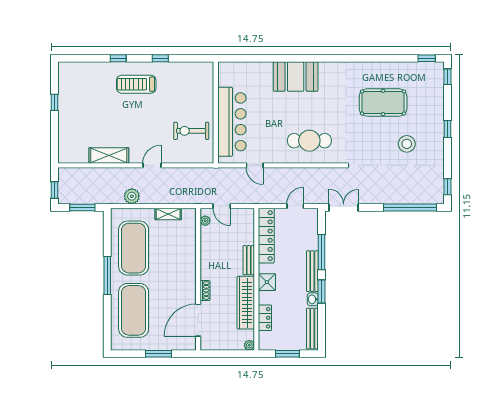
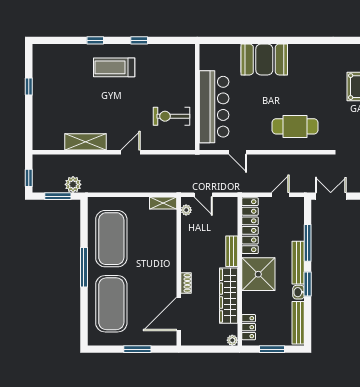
booth: (296, 77) -> (264, 59), moved
plant: (132, 196) -> (73, 184), moved
shelving: (168, 214) -> (163, 203), moved
shower: (267, 282) -> (258, 274), width x1.86, depth x1.86
locker: (265, 318) -> (249, 327), moved

